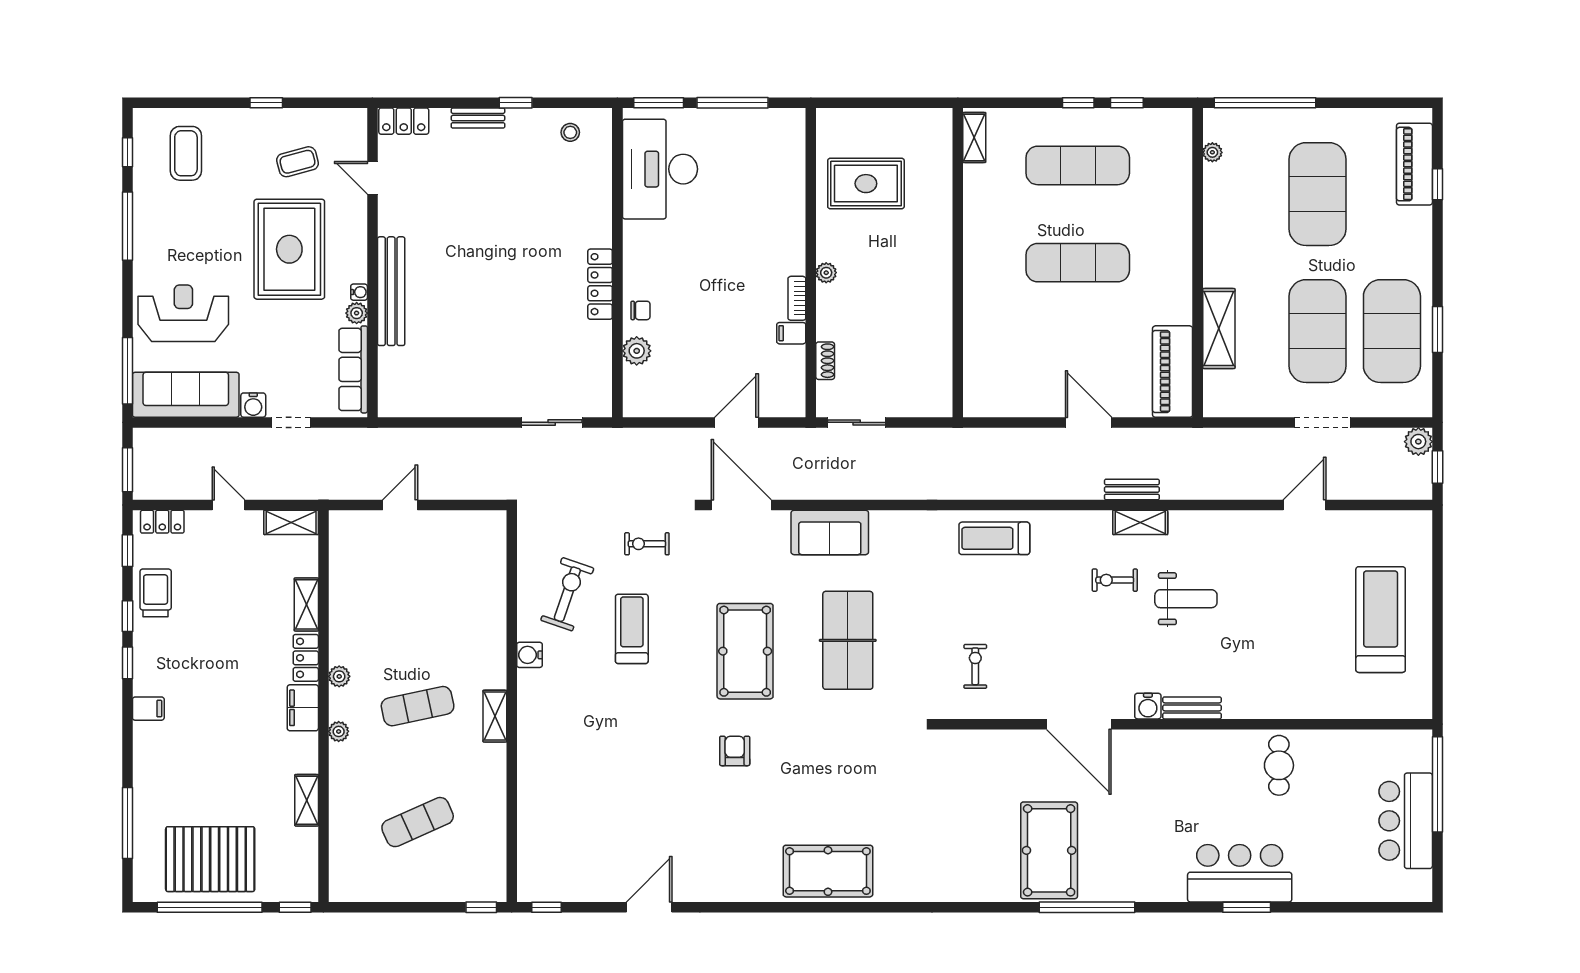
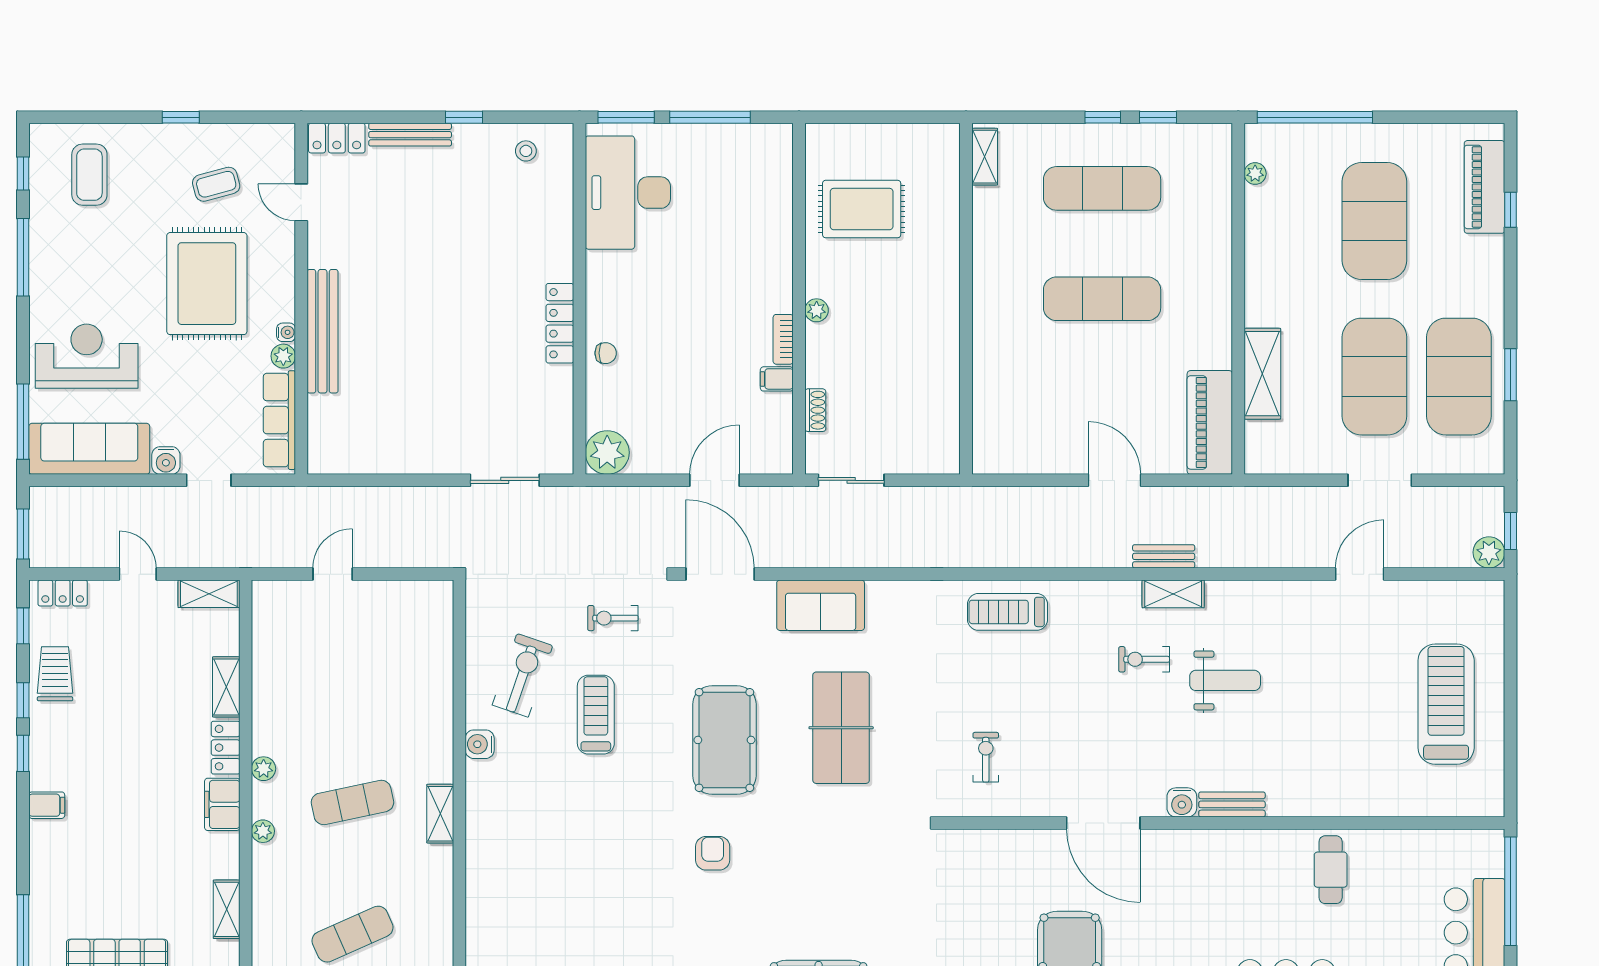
bench: (478, 118) -> (410, 135), width x1.36
plant: (637, 351) -> (607, 453), moved, width x1.36, depth x1.36
plant: (1418, 442) -> (1489, 552), moved

